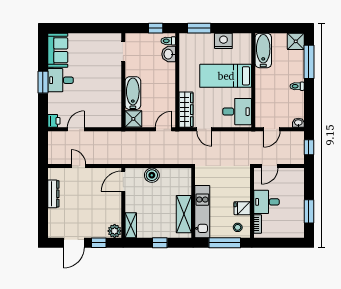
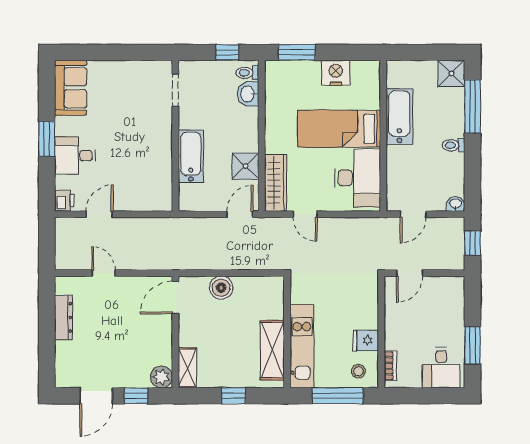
bathtub: (263, 51) -> (399, 116), moved
desk: (61, 80) -> (75, 156), moved
desk: (237, 112) -> (357, 178), width x1.37
shower: (133, 119) -> (245, 166), moved
desk: (266, 202) -> (441, 368), moved, turned -90

